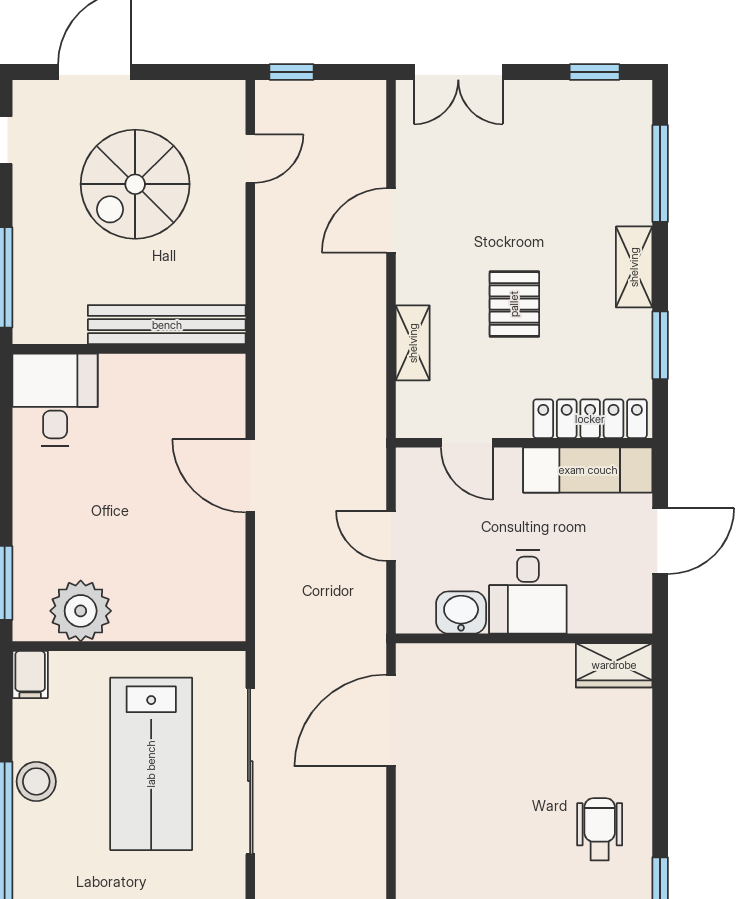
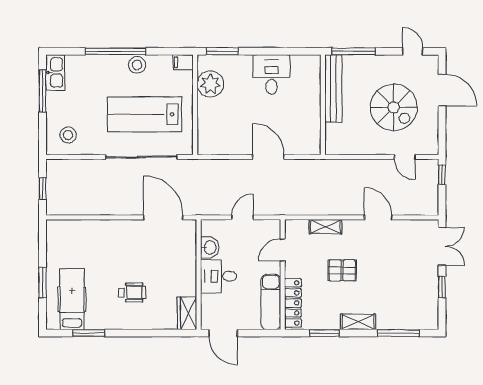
double door: (458, 72) -> (442, 246), swing flipped
window: (595, 72) -> (442, 287), moved
spiral stairs: (135, 184) -> (394, 107), turned 180
bench: (167, 325) -> (333, 89), moved
desk: (55, 400) -> (271, 74), moved, turned -90
door: (250, 476) -> (268, 157), hinge flipped
door: (660, 541) -> (223, 333), moved
wheelchair: (600, 829) -> (132, 292), moved

